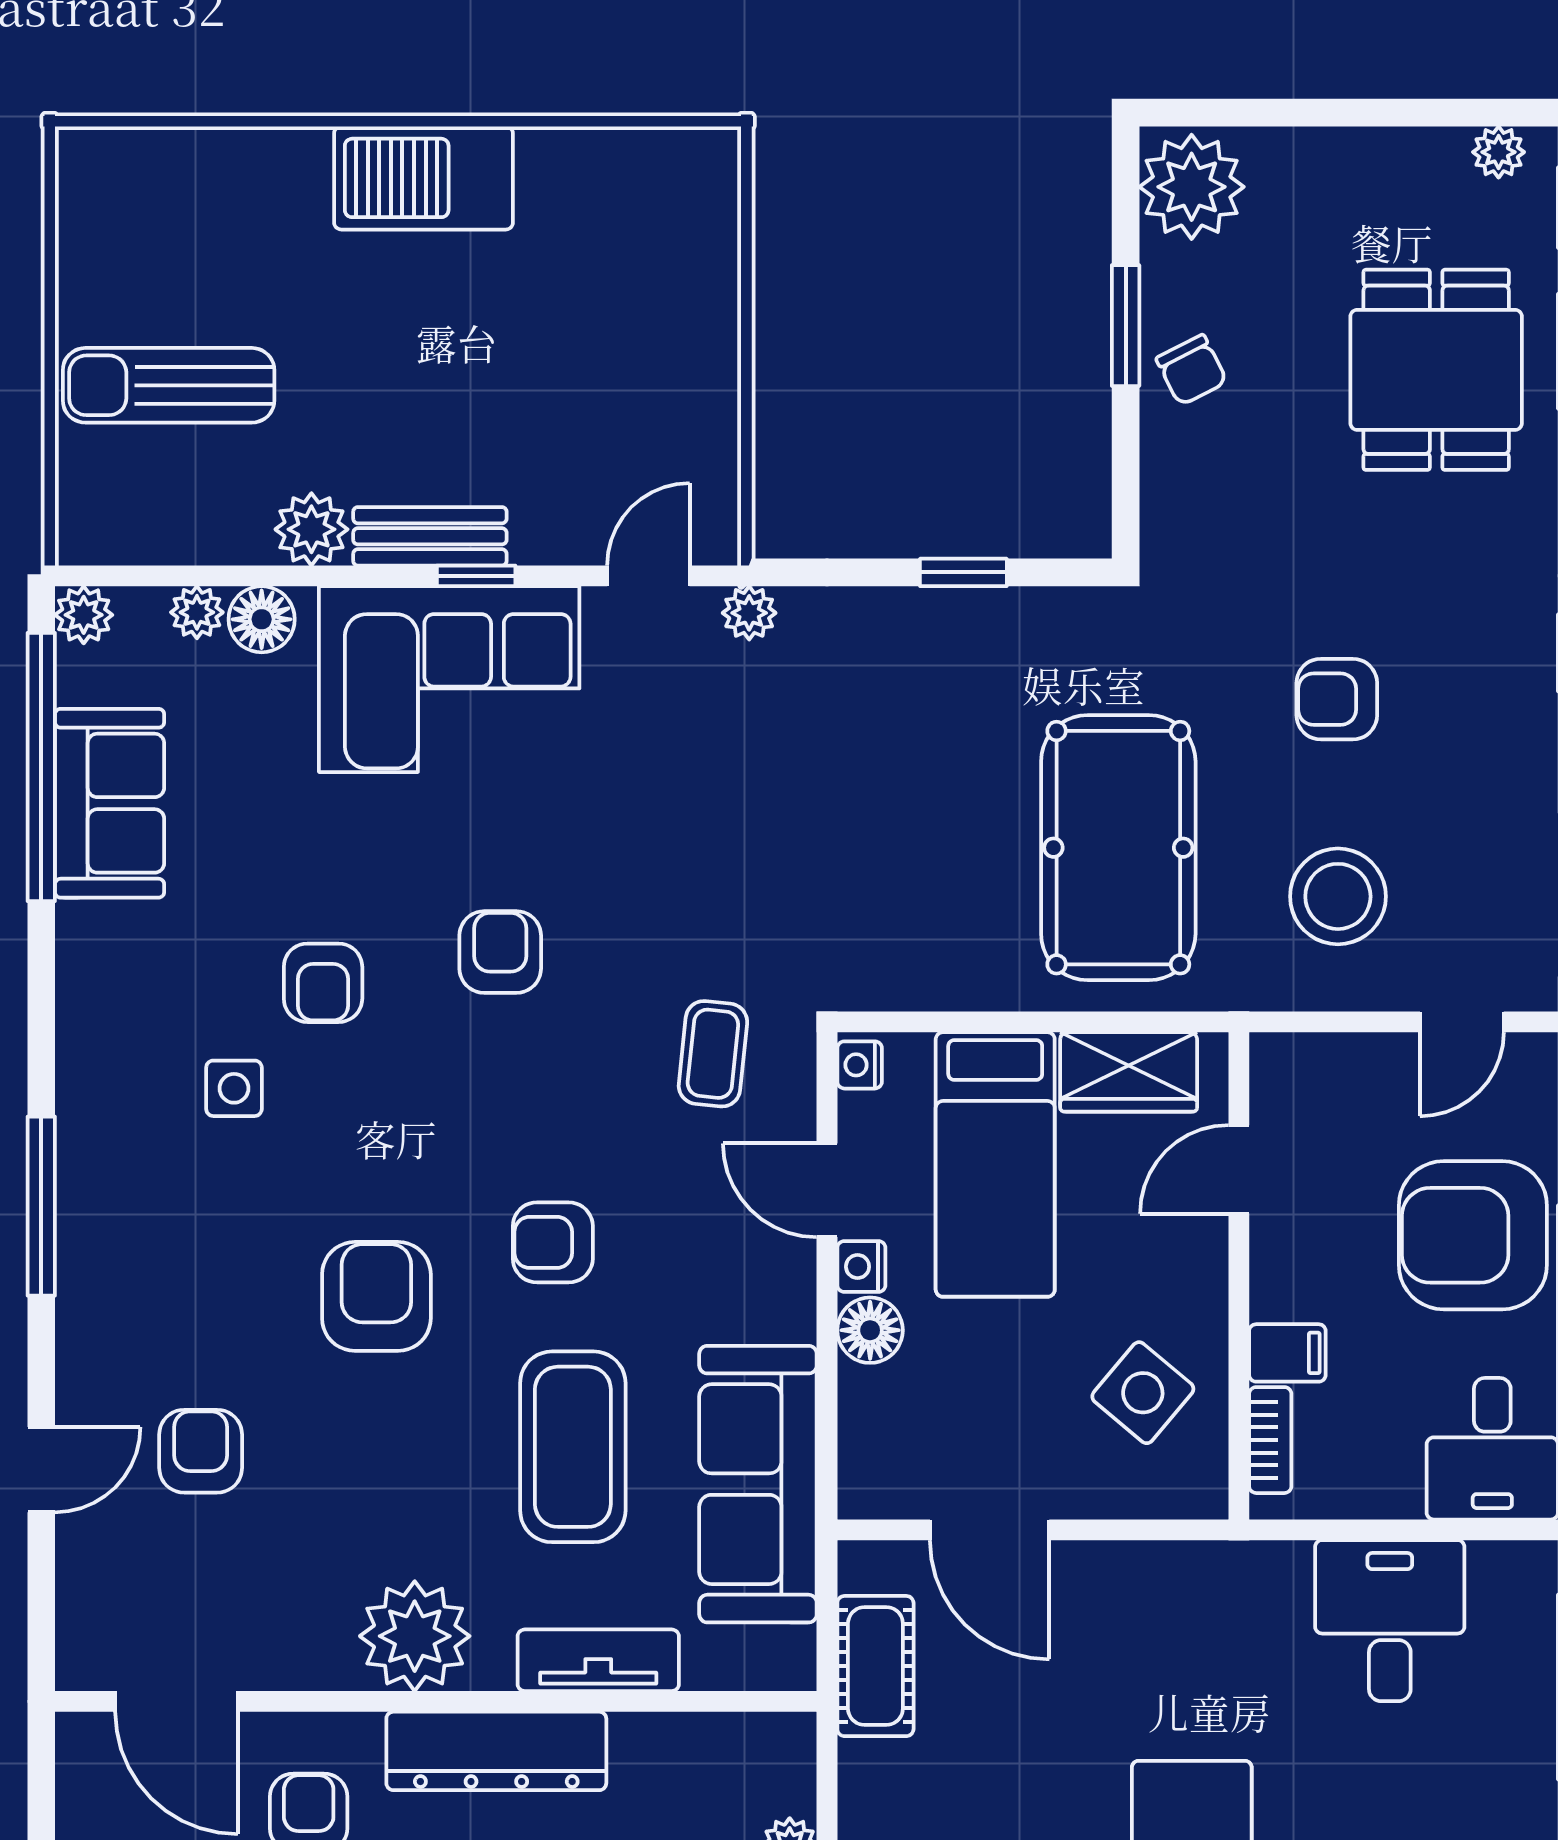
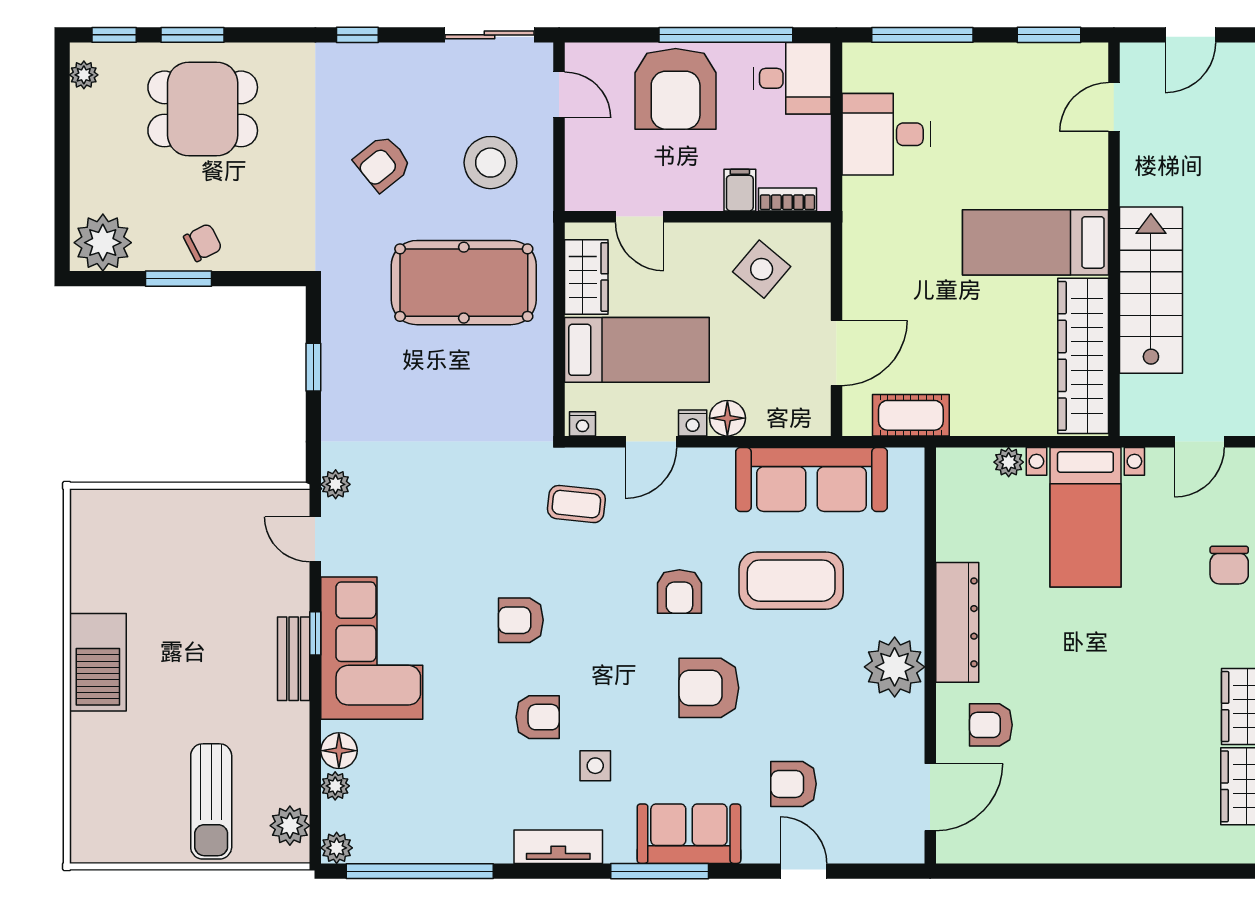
plant: (311, 529) -> (290, 826), moved
armchair: (1337, 699) -> (383, 163), turned 51
sofa: (110, 803) -> (689, 834), moved
tv unit: (598, 1660) -> (558, 847), moved, turned 90

